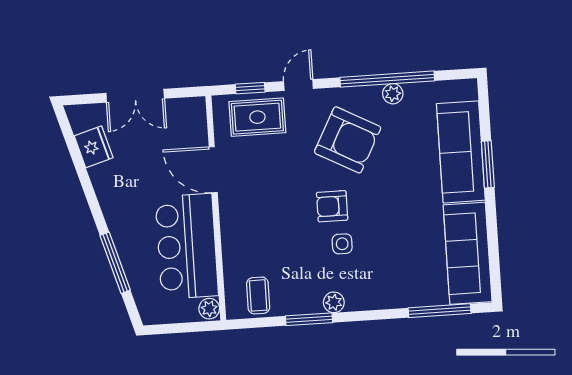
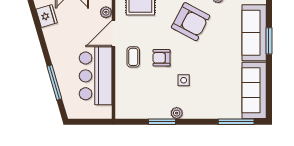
door: (213, 170) -> (113, 33), hinge flipped
armchair: (332, 206) -> (161, 58), moved
coffee table: (258, 295) -> (133, 57), moved
plant: (209, 309) -> (106, 12), moved

